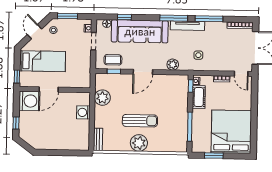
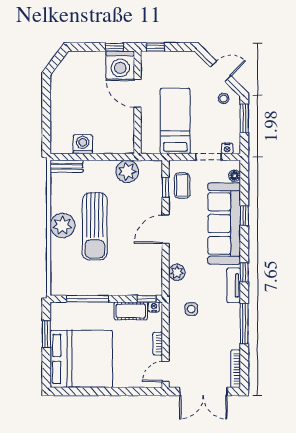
window: (124, 17) -> (244, 216), moved
window: (174, 18) -> (244, 272), width x0.46
tv unit: (187, 26) -> (234, 285), width x0.71
bed: (43, 61) -> (175, 121), moved, turned 180
door: (143, 72) -> (166, 229), hinge flipped
washing machine: (83, 112) -> (83, 144), moved
sun lounger: (140, 121) -> (95, 226), width x1.36, depth x1.34
window: (16, 123) -> (114, 47), moved

